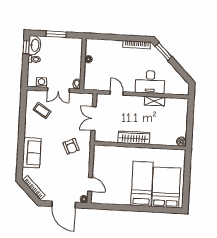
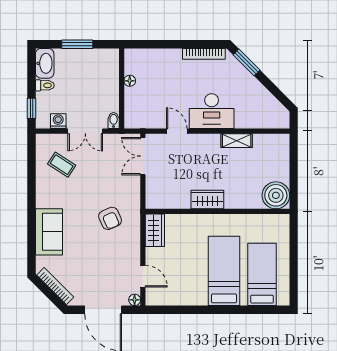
window: (26, 47) -> (31, 108), moved
desk: (150, 82) -> (212, 111), moved
double door: (94, 119) -> (143, 156), moved
wardrobe: (134, 138) -> (207, 200), width x0.67
boiler: (181, 142) -> (276, 195), width x1.86, depth x1.86
wardrobe: (99, 155) -> (155, 230), added
bed: (166, 187) -> (262, 274), width x0.67

